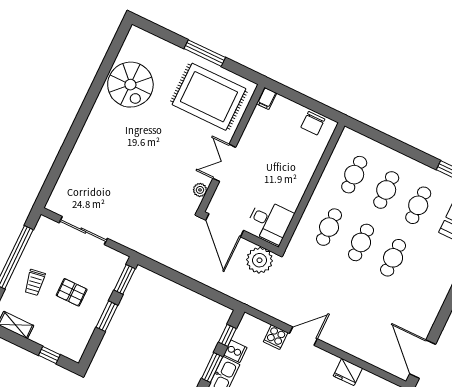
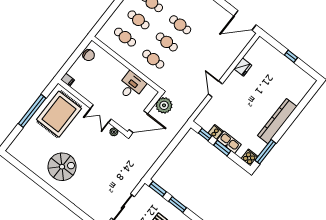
window: (205, 53) -> (32, 111), width x1.46
spiral stairs: (130, 85) -> (62, 167), moved
desk: (270, 221) -> (131, 86), moved
cooker: (276, 337) -> (212, 106), removed

